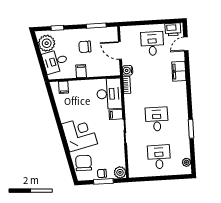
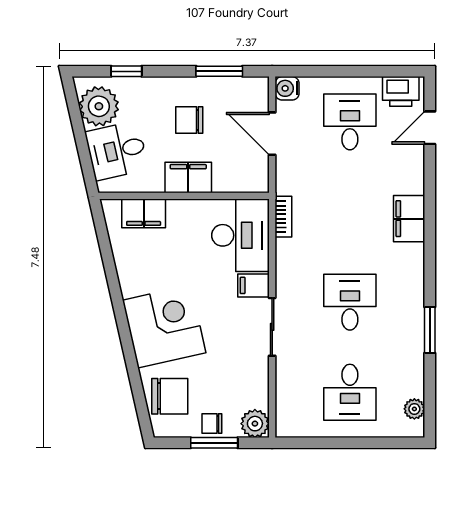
water cooler: (127, 70) -> (287, 88), moved
filing cabinet: (81, 71) -> (188, 177), width x2.00
filing cabinet: (179, 71) -> (409, 219), moved
filing cabinet: (64, 87) -> (144, 213), width x2.00
desk: (159, 157) -> (350, 392), turned 180
chair: (84, 163) -> (170, 396), turned 90

